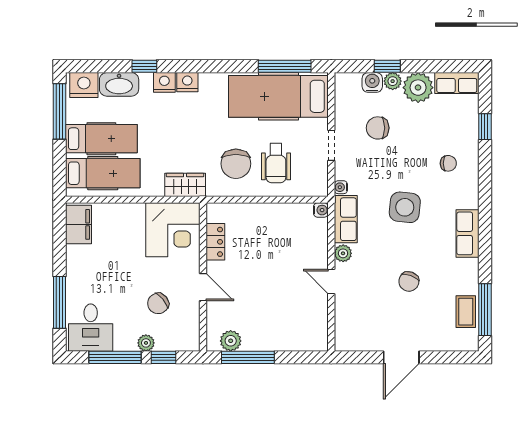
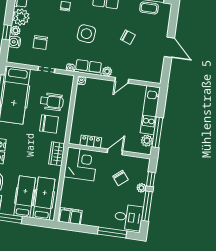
kitchen unit: (285, 339) -> (150, 110), added

